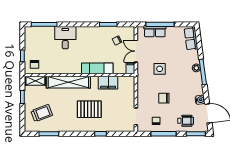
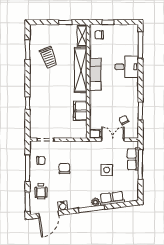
row of seats: (191, 39) -> (112, 198), moved
exam couch: (97, 68) -> (95, 74), moved
side table: (160, 69) -> (107, 170), moved
pallet: (89, 109) -> (53, 92), removed
trolley: (42, 113) -> (49, 57), moved

